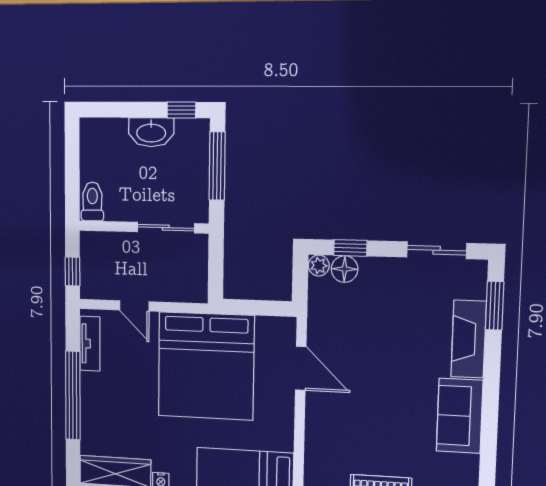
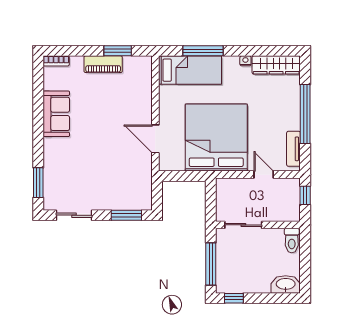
washbasin: (151, 132) -> (286, 284), moved
window: (350, 248) -> (126, 215), width x1.50
plant: (319, 266) -> (146, 204), removed
floor lamp: (345, 269) -> (130, 202), removed
fireplace: (469, 339) -> (53, 162), removed

